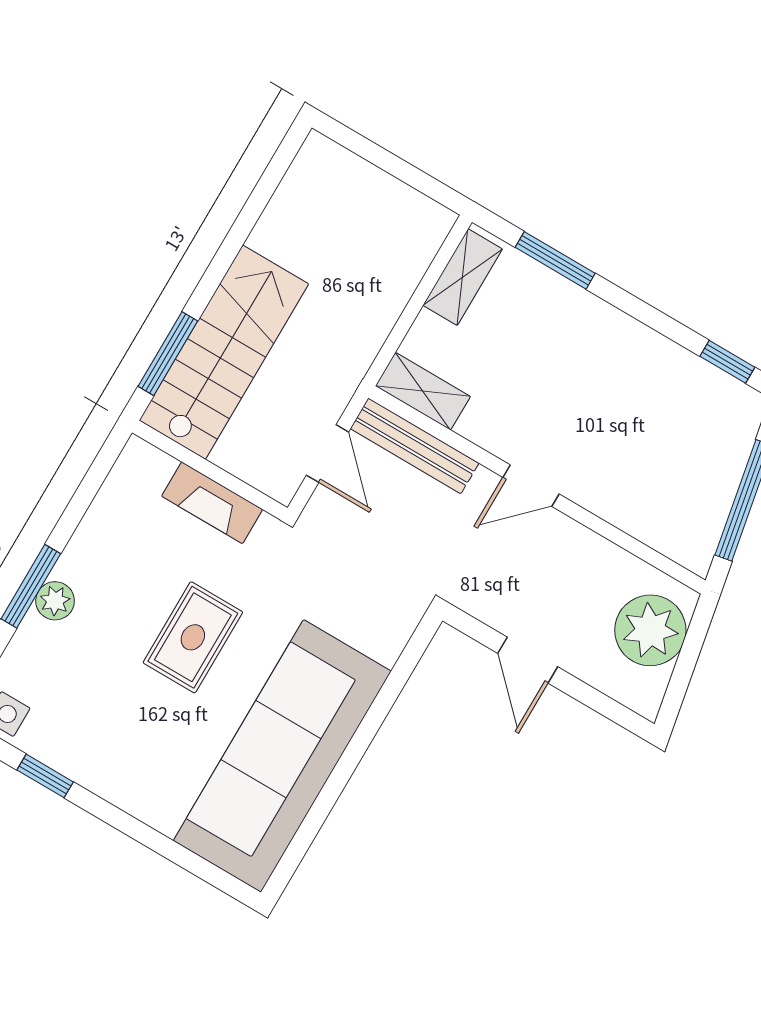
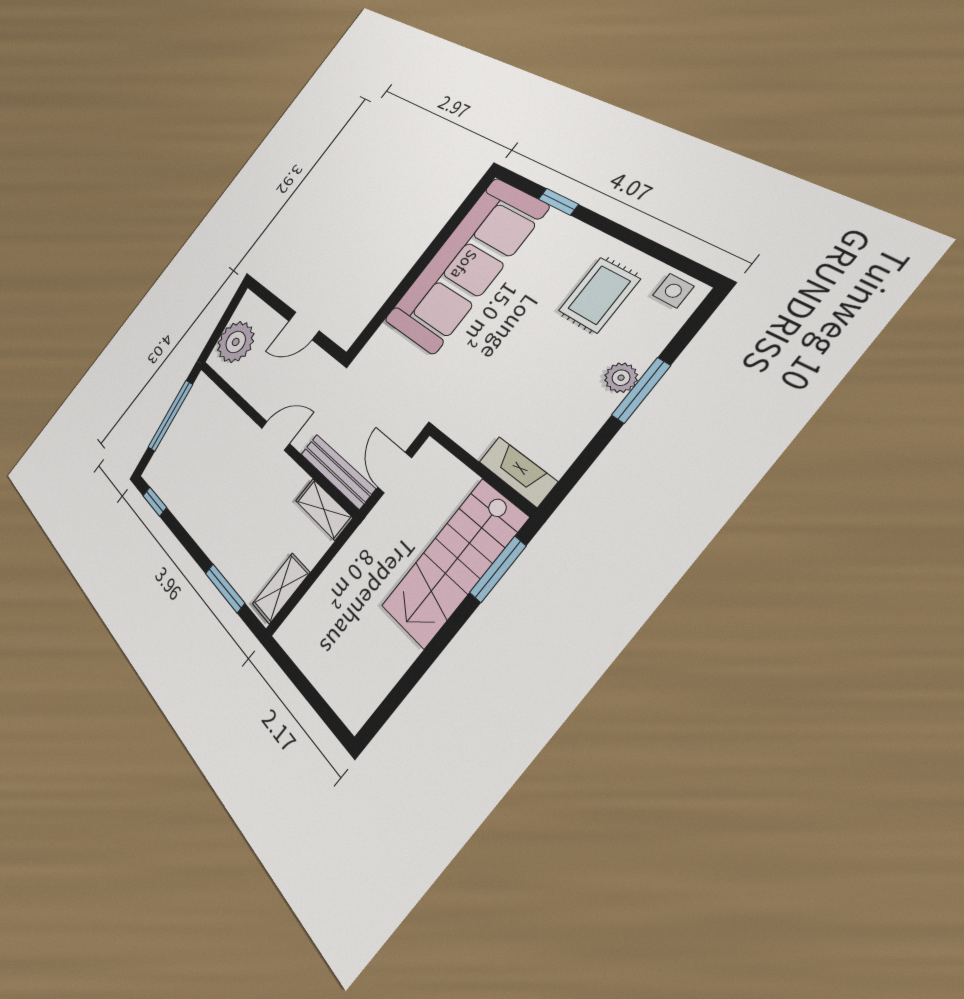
fireplace: (212, 503) -> (518, 472), moved
rug: (193, 637) -> (599, 295), moved
door: (528, 660) -> (304, 326), swing flipped
window: (45, 776) -> (558, 202), moved

